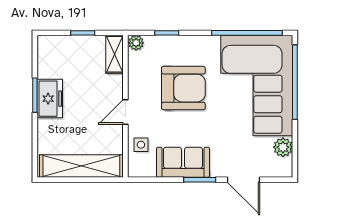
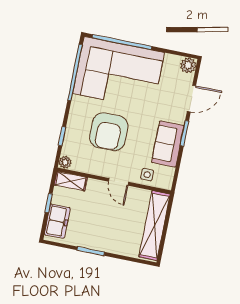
armchair: (183, 88) -> (109, 132), turned 180
freezer: (50, 99) -> (57, 221), moved, turned 90
plant: (283, 147) -> (188, 65), moved

